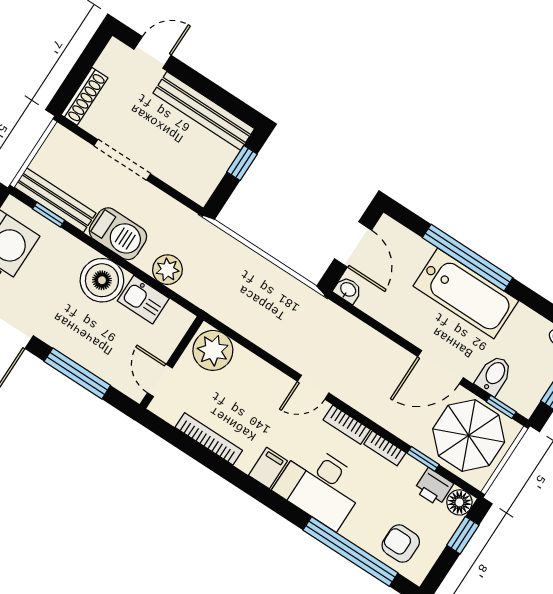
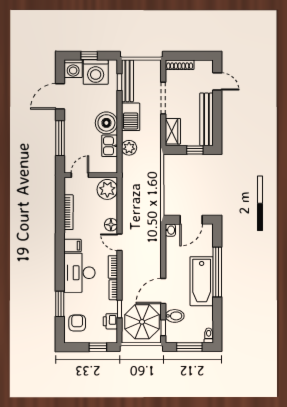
wardrobe: (187, 180) -> (173, 131), added
door: (441, 367) -> (163, 291), hinge flipped
floor lamp: (459, 502) -> (111, 225), moved
window: (351, 552) -> (60, 304), width x0.47

